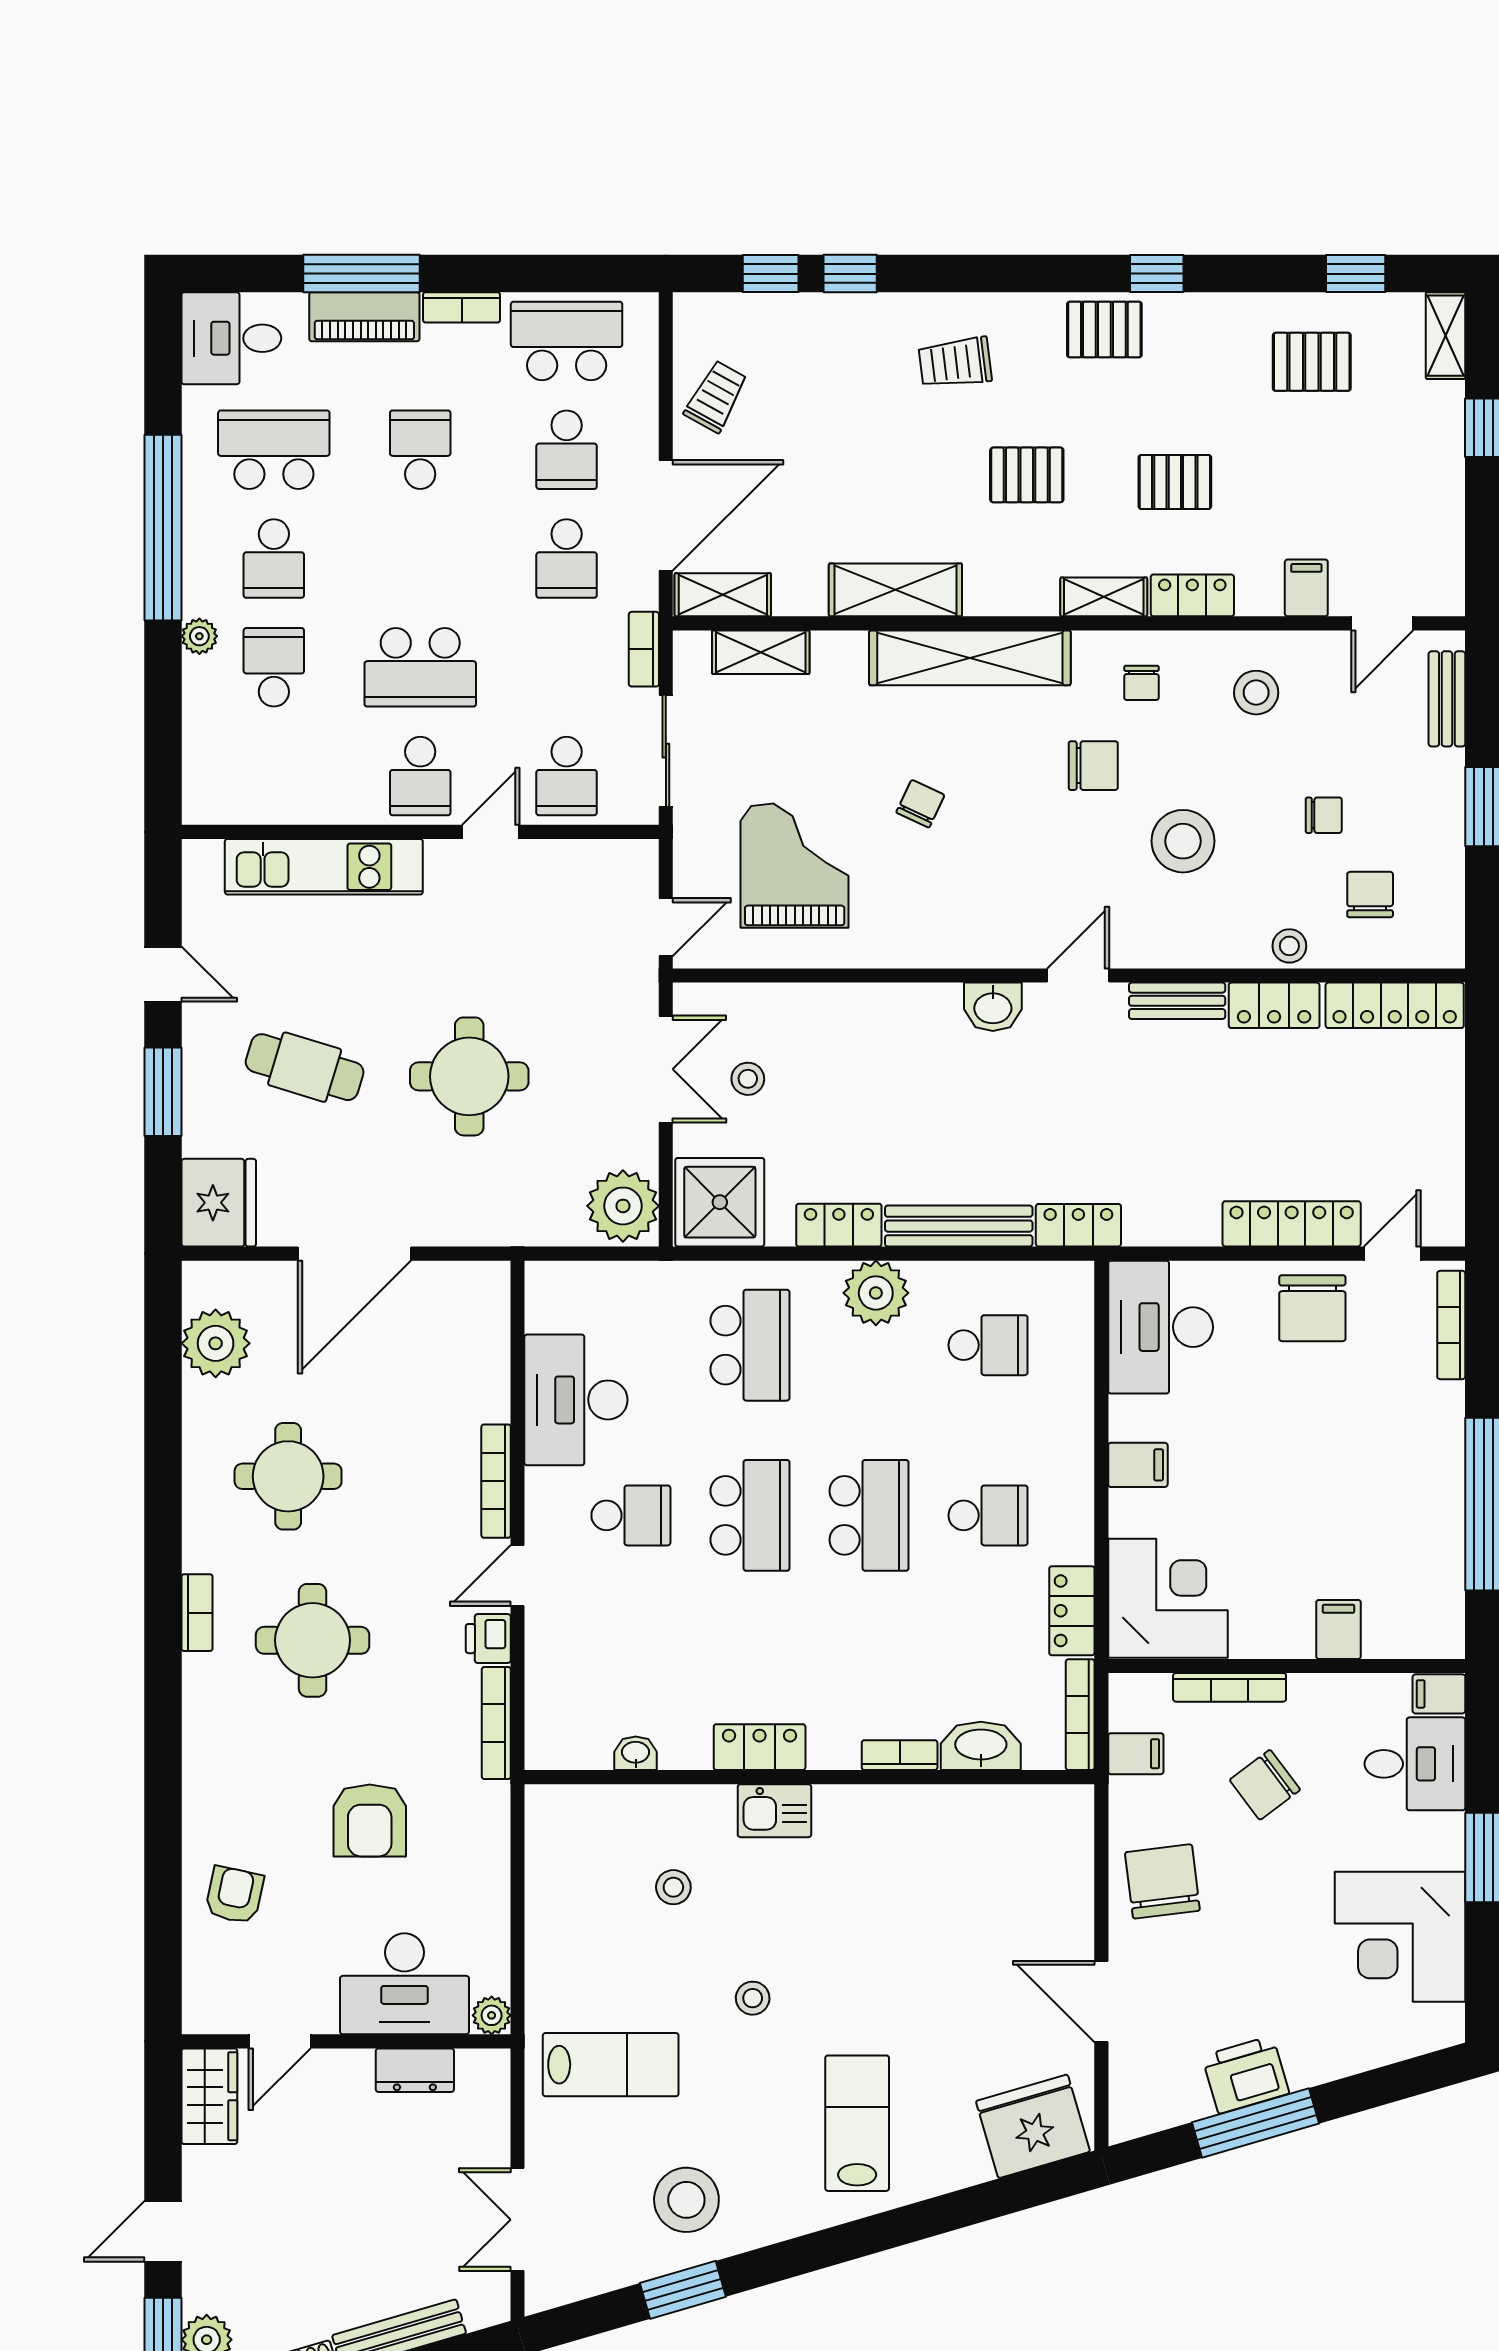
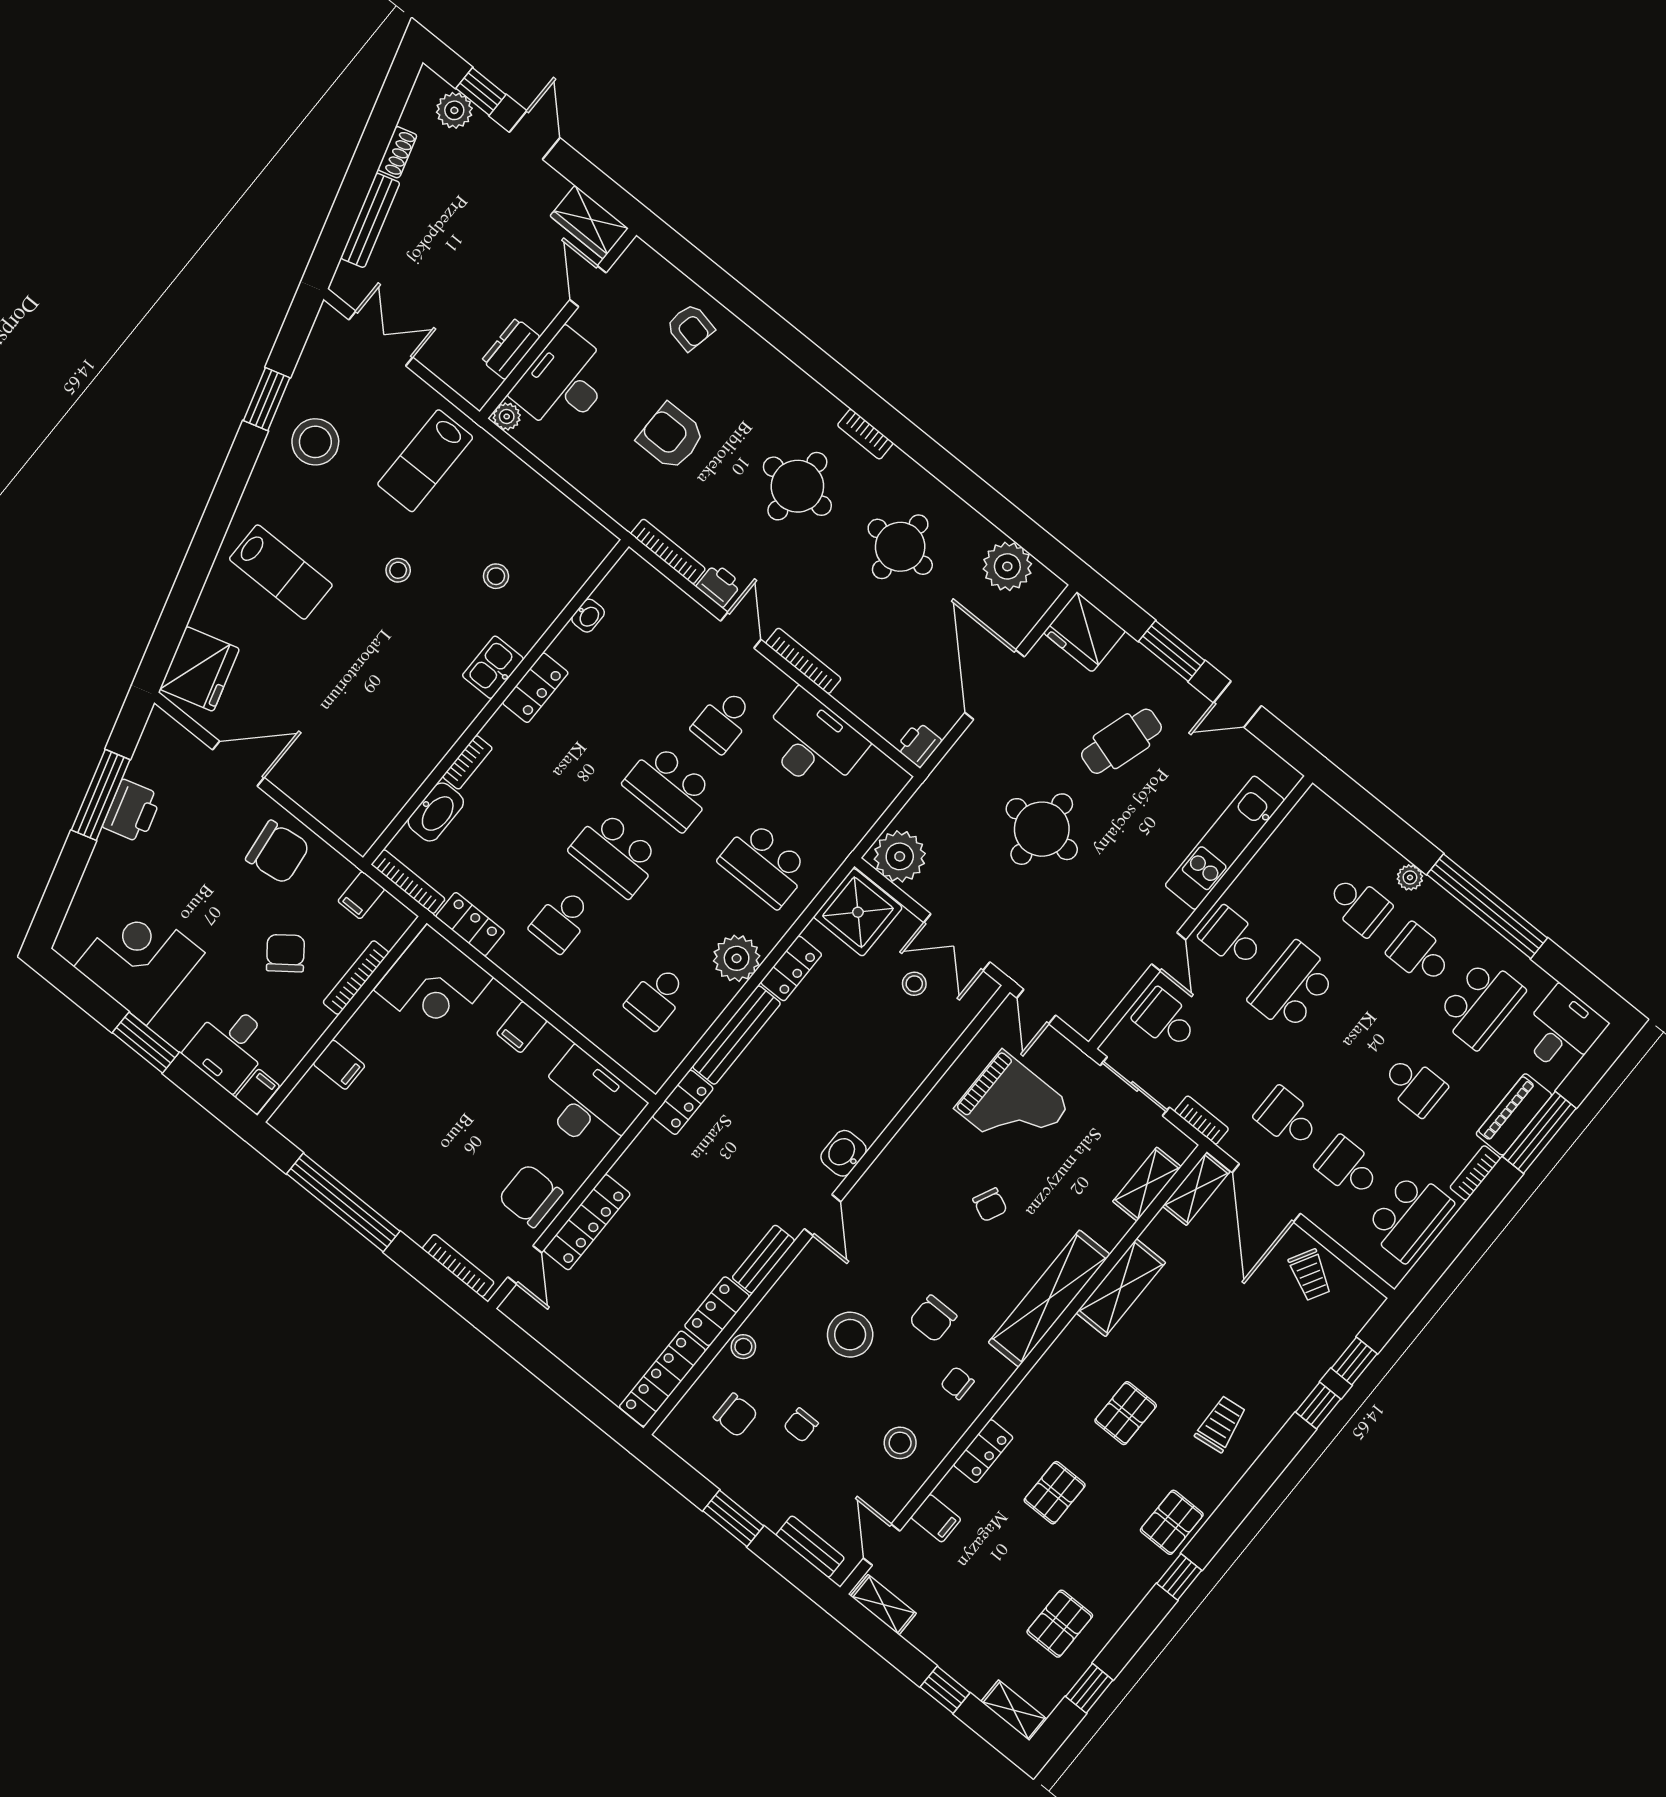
shelving: (1104, 597) -> (883, 1605), moved, turned 90
printer: (485, 1283) -> (919, 744), added

